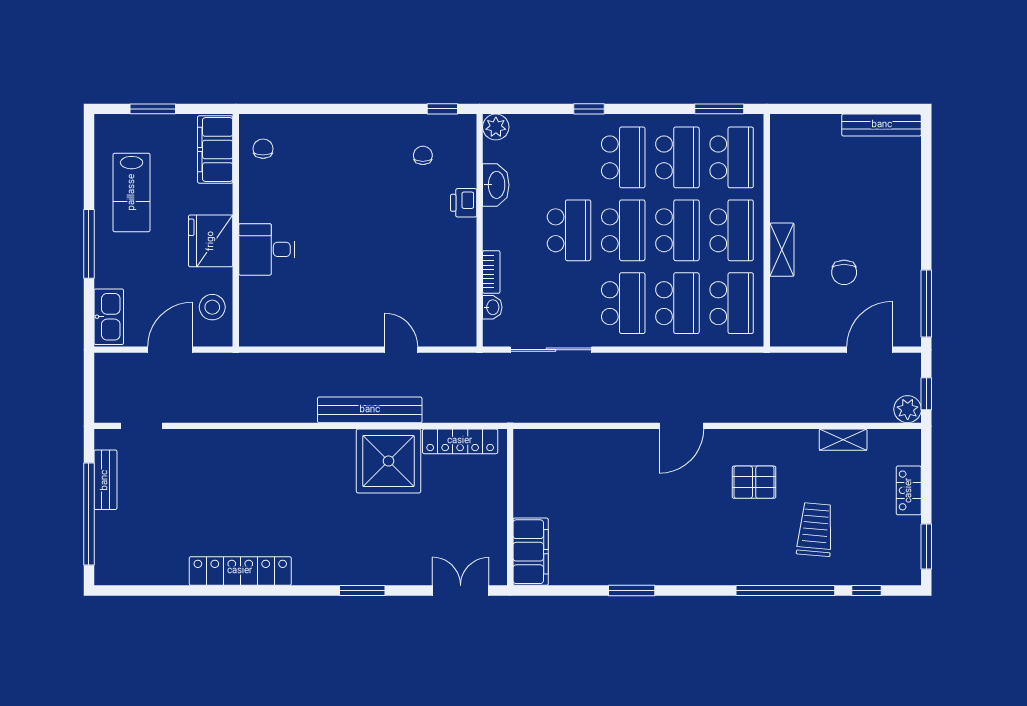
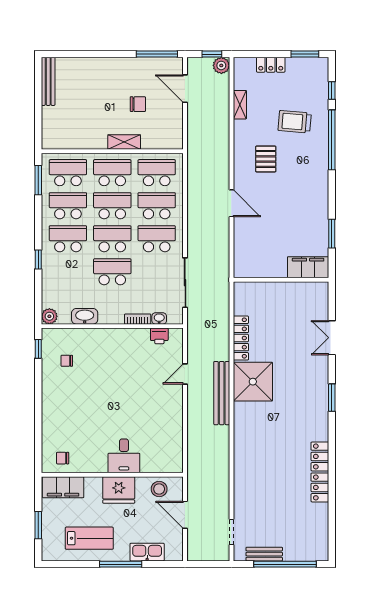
printer: (464, 203) -> (159, 336), moved
kitchen sink: (109, 317) -> (147, 552), moved
wall: (510, 507) -> (281, 280), moved
filing cabinet: (531, 552) -> (308, 267), moved

